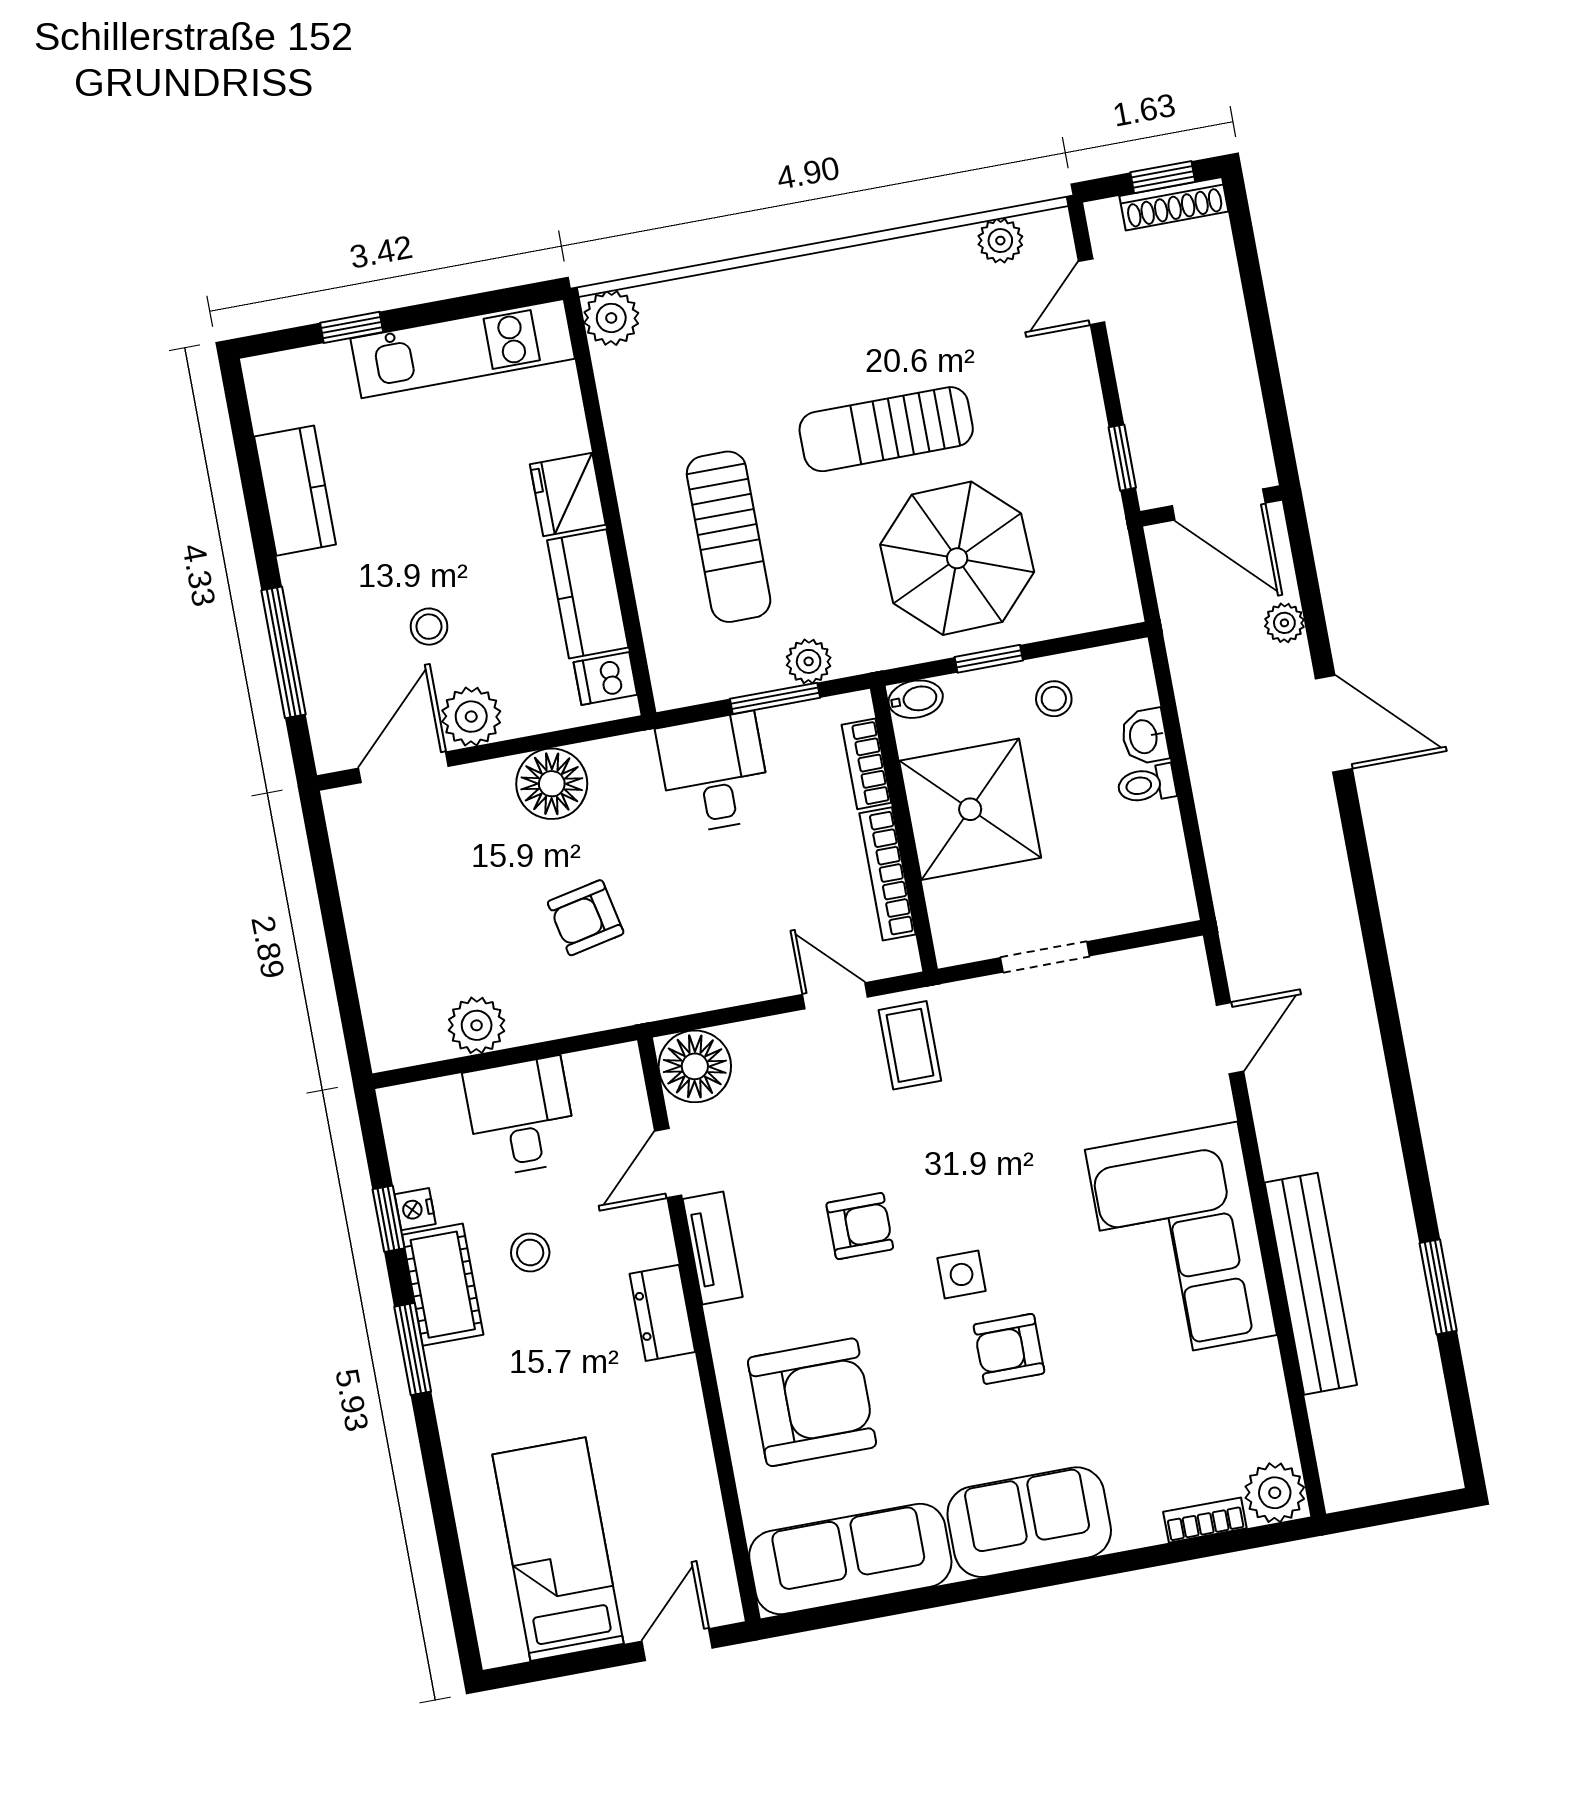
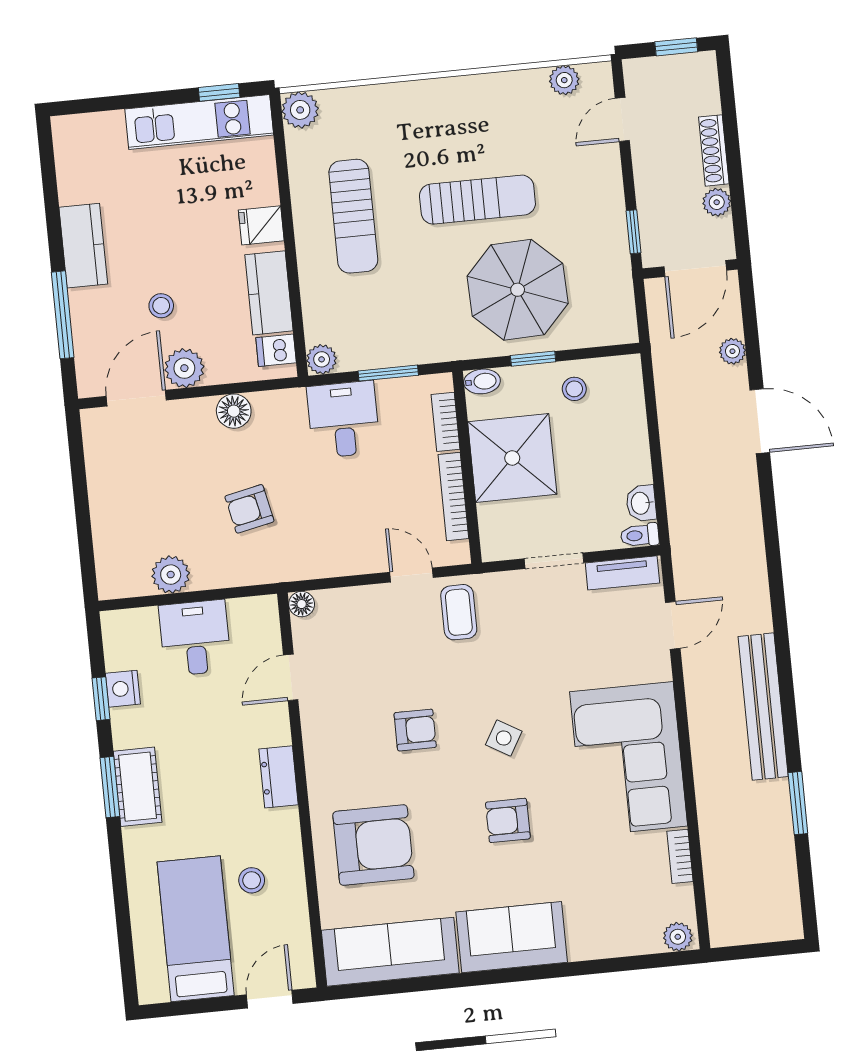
shoe rack: (1174, 204) -> (714, 150), moved, turned 90
window: (352, 327) -> (219, 92), moved
plant: (1242, 403) -> (717, 202), added
sun lounger: (886, 429) -> (477, 200), turned 180
kitchen counter: (295, 491) -> (83, 246), moved
fridge: (568, 495) -> (261, 225), width x0.72
door: (1219, 504) -> (695, 268), hinge flipped
sun lounger: (729, 537) -> (353, 216), moved
plant: (809, 661) -> (322, 359), moved
washbasin: (1145, 736) -> (641, 503), moved
floor lamp: (552, 784) -> (234, 411), width x0.73, depth x0.73
toilet: (1147, 784) -> (640, 535), moved
floor lamp: (695, 1066) -> (302, 604), width x0.53, depth x0.53
nightstand: (415, 1209) -> (123, 689), width x1.39, depth x1.35
tv unit: (713, 1248) -> (622, 573), moved, turned 90
stool: (530, 1252) -> (252, 880), moved
side table: (962, 1274) -> (504, 738), moved, turned 30
bench: (1311, 1284) -> (763, 707), moved
cot: (443, 1285) -> (138, 787), moved
plant: (1275, 1493) -> (678, 937), width x0.73, depth x0.73
bookcase: (1205, 1520) -> (680, 856), moved, turned -90

